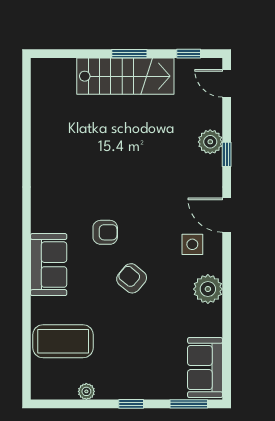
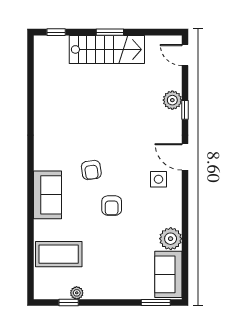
window: (189, 54) -> (56, 32), moved
armchair: (105, 232) -> (91, 170), turned 82
armchair: (132, 278) -> (112, 206), turned -130
plant: (208, 289) -> (171, 239), moved
window: (131, 404) -> (69, 302), moved

